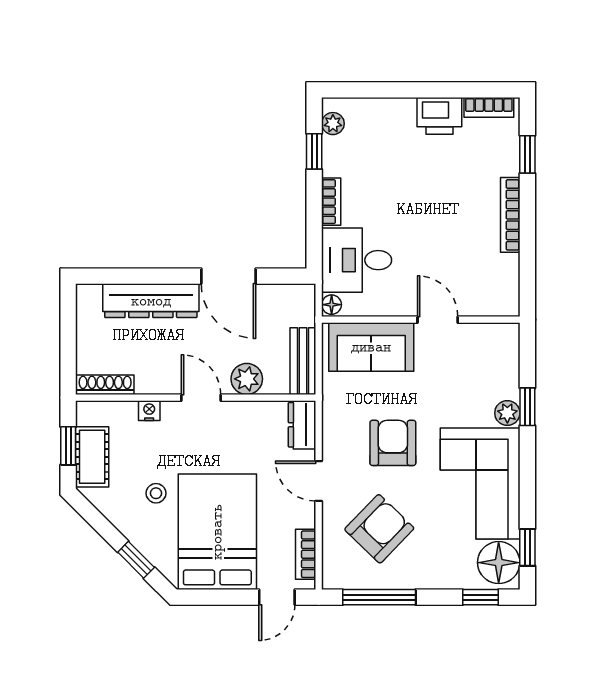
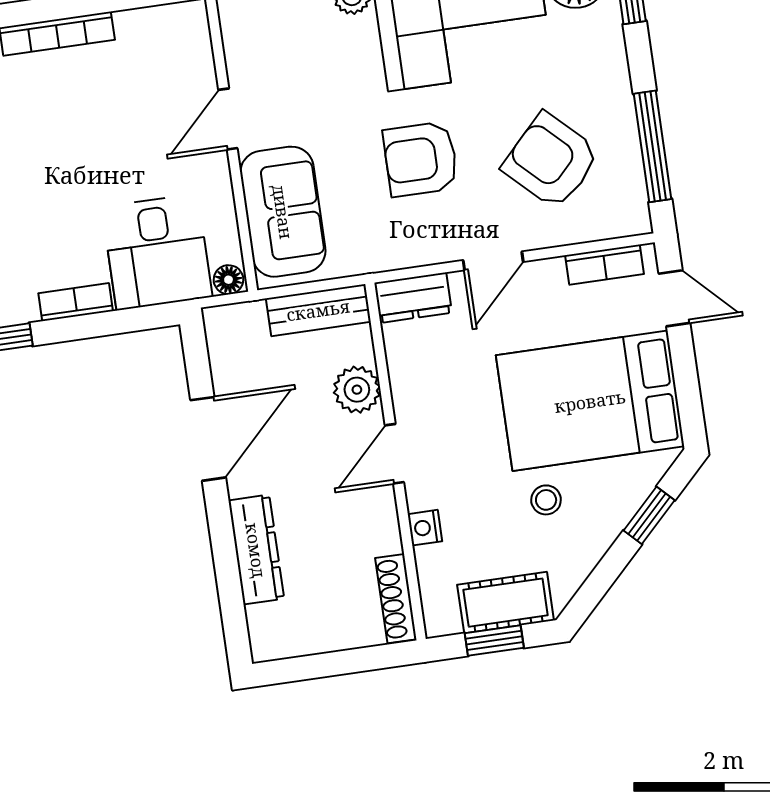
dresser: (151, 301) -> (256, 550), width x0.73, depth x0.80

